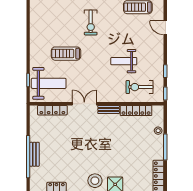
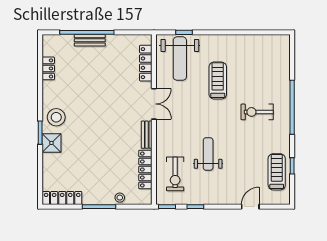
exercise bike: (140, 87) -> (175, 174), turned 180

